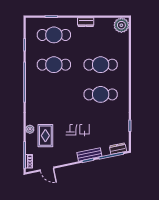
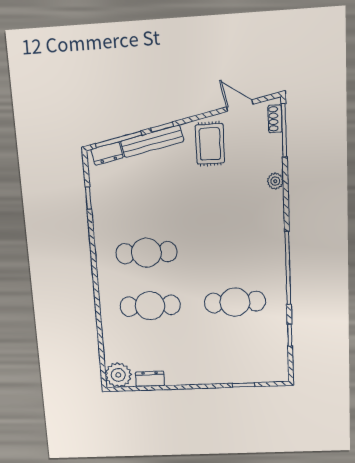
dresser: (86, 22) -> (150, 379), moved
cafe table: (54, 35) -> (237, 354), removed
rug: (45, 136) -> (210, 144), moved
bench: (89, 154) -> (152, 141), width x1.36

